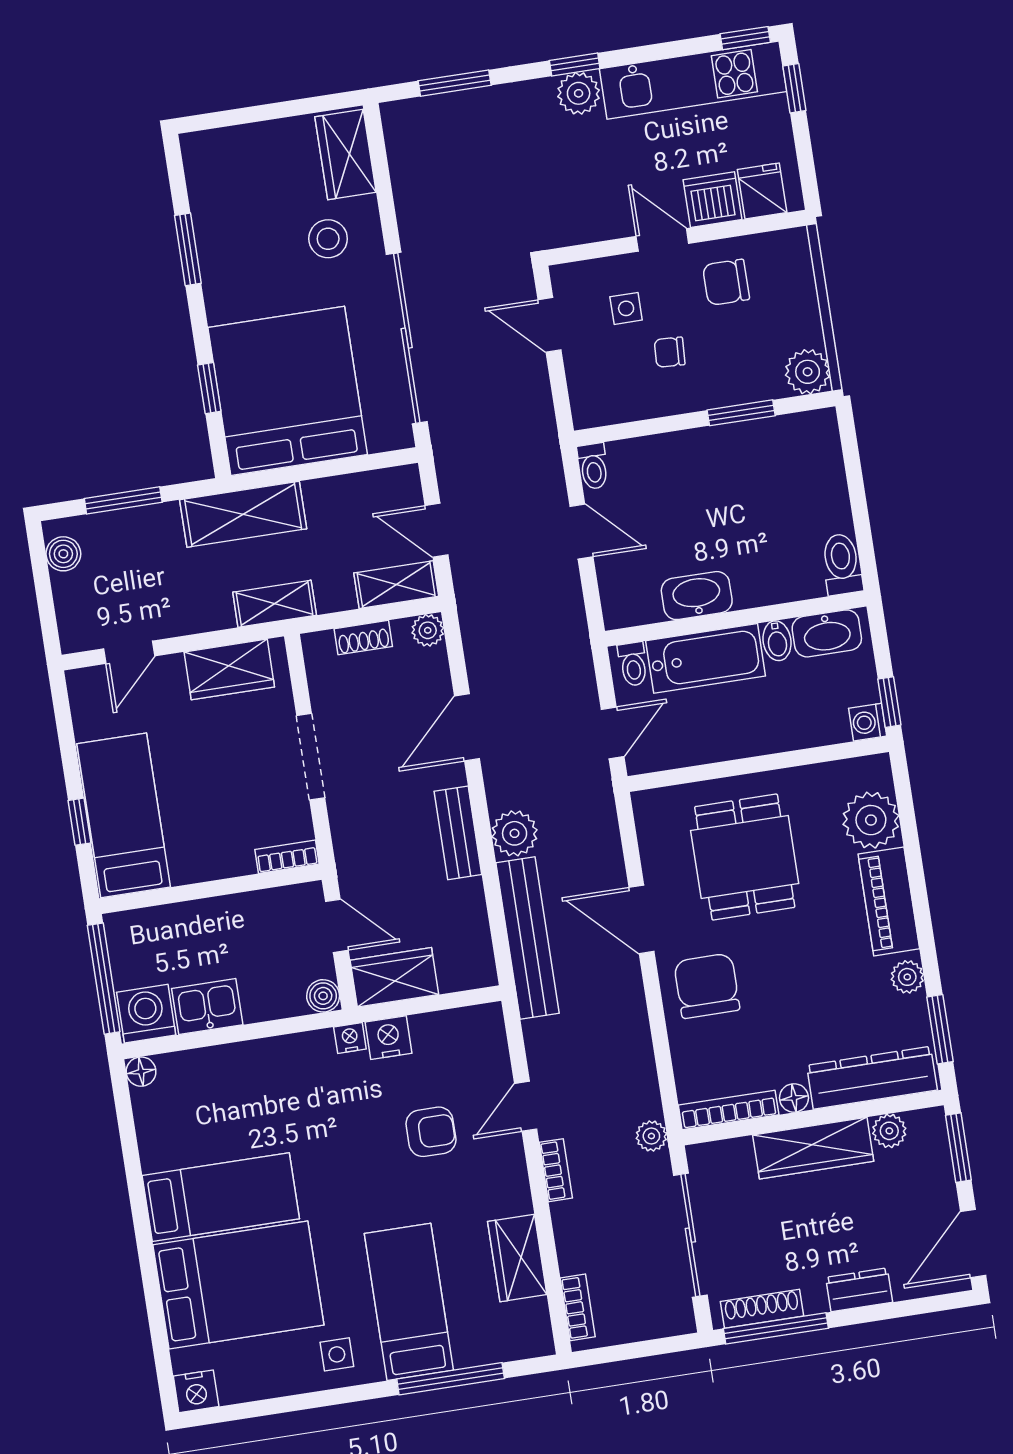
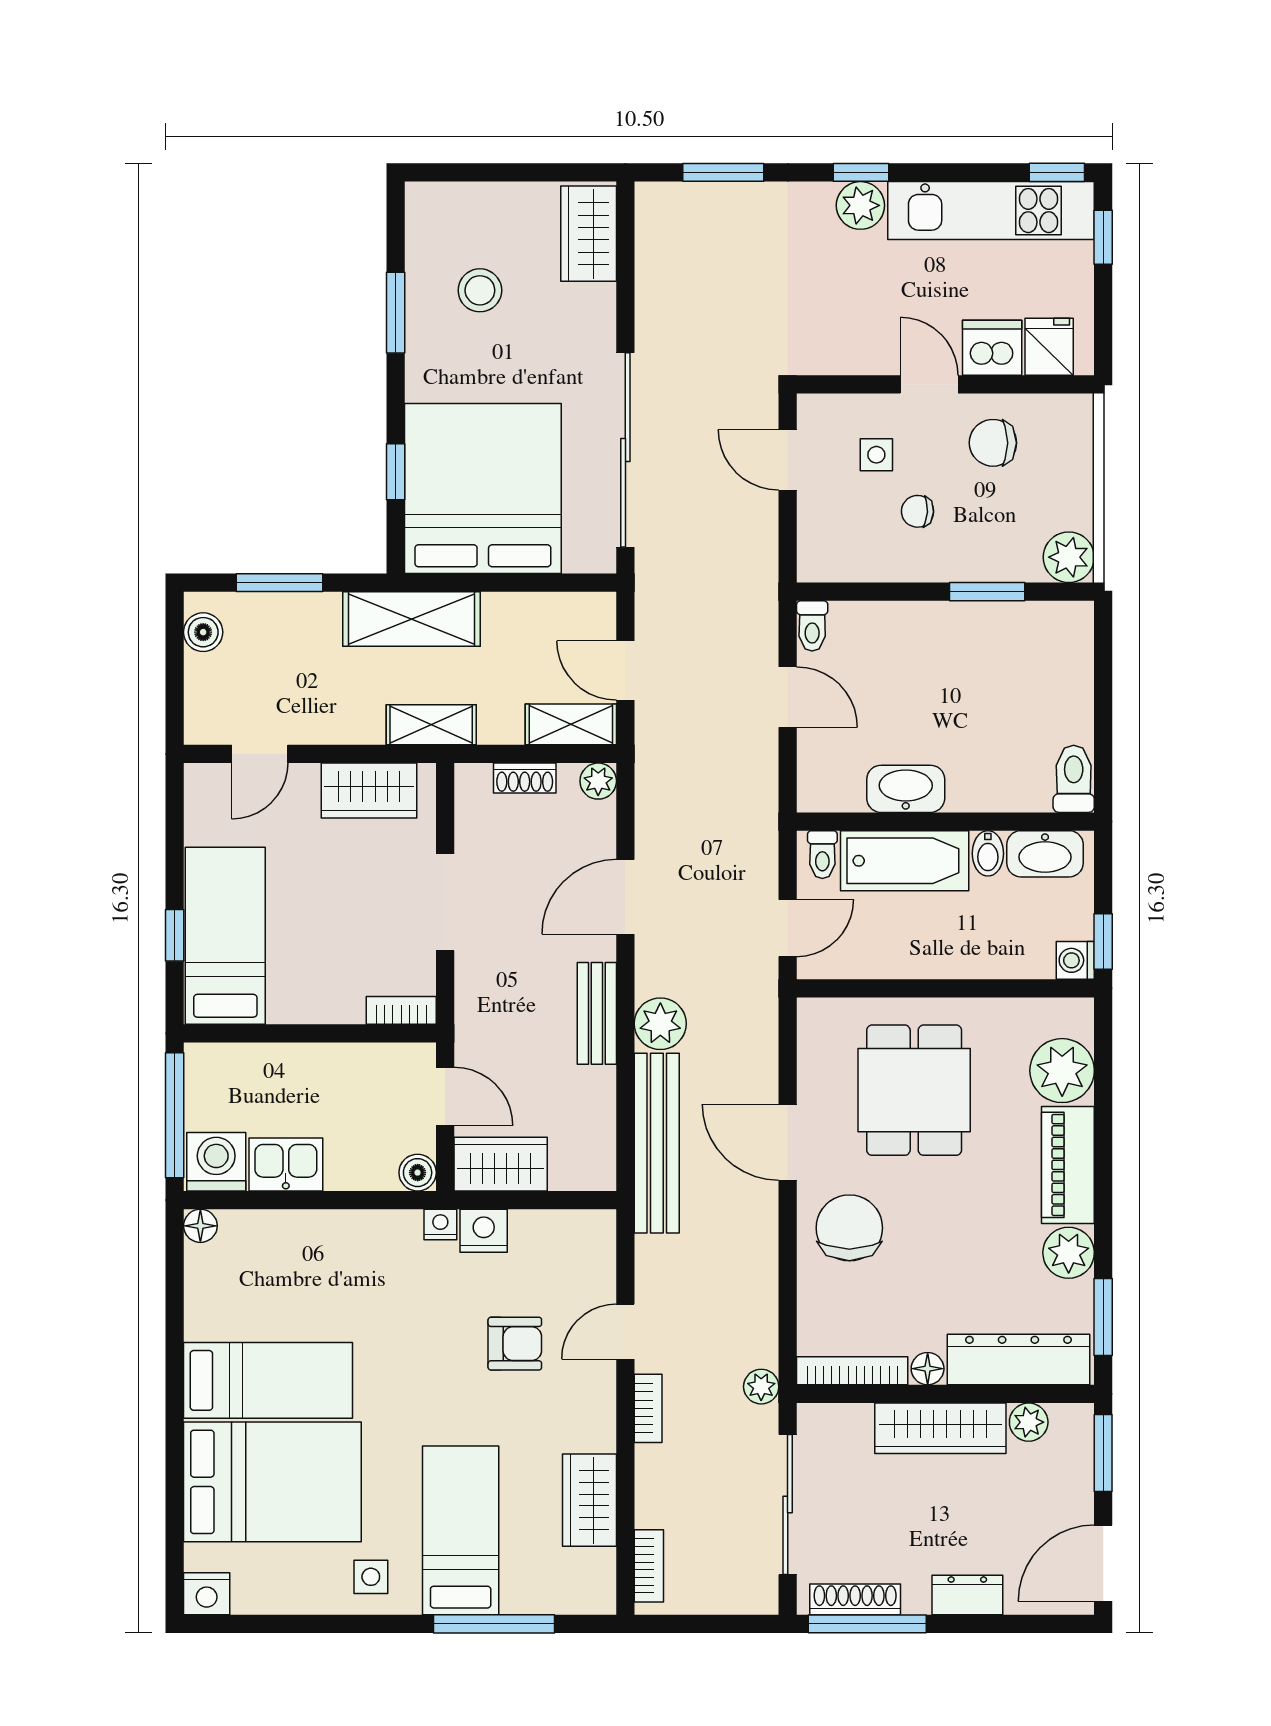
stool: (328, 239) -> (480, 290), moved
plant: (907, 977) -> (1069, 1253), width x1.38, depth x1.38

